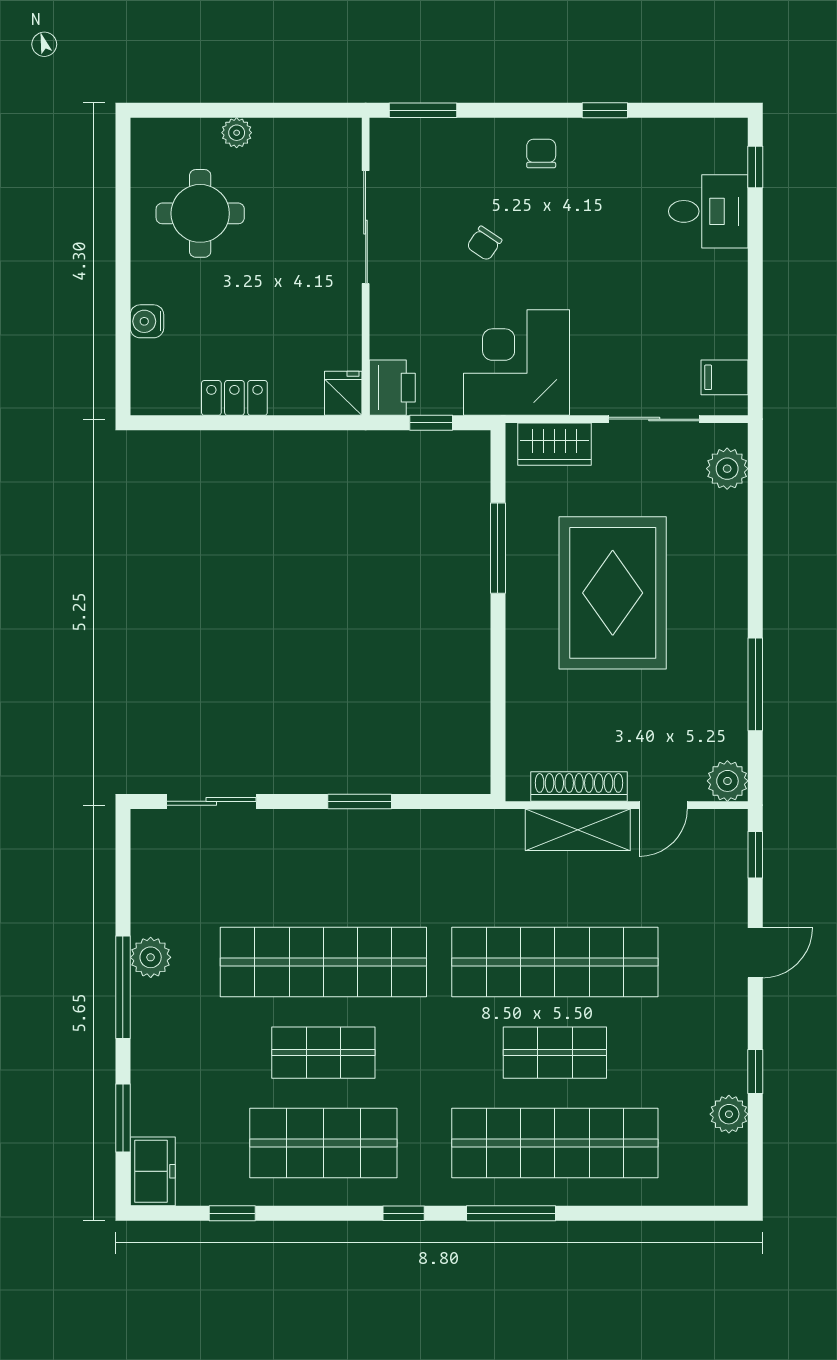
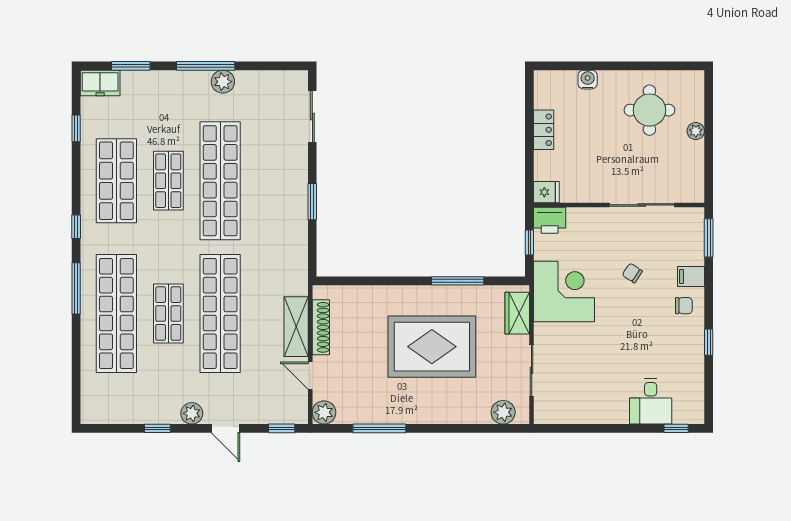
filing cabinet: (725, 377) -> (691, 276), moved, turned -90
plant: (729, 1114) -> (192, 413), moved

